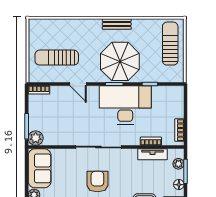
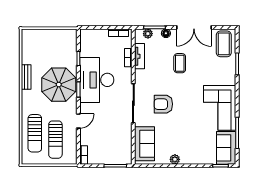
bench: (117, 24) -> (26, 77), moved
sun lounger: (170, 44) -> (35, 133), moved, turned -90
plant: (36, 138) -> (125, 158), removed
sofa: (40, 168) -> (145, 144), moved, turned 90

